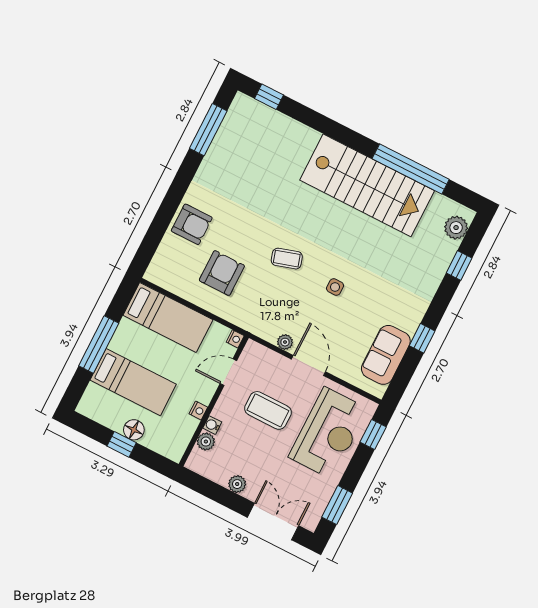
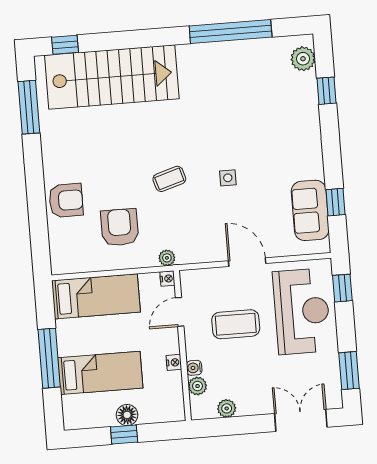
stairs: (367, 185) -> (112, 77), moved
window: (422, 338) -> (336, 202), moved
plant: (285, 342) -> (167, 258), moved
plant: (237, 484) -> (227, 408), moved

